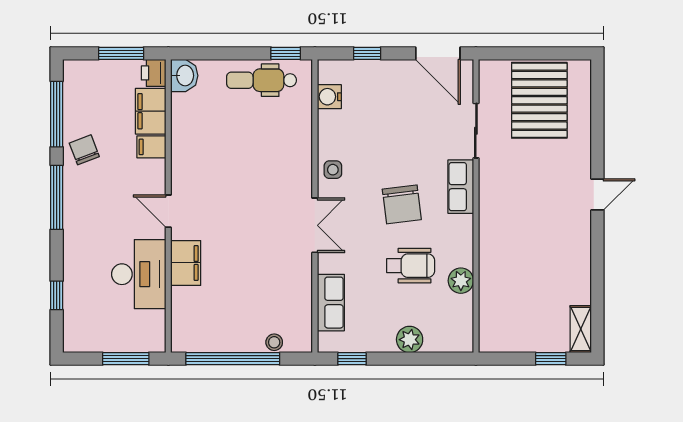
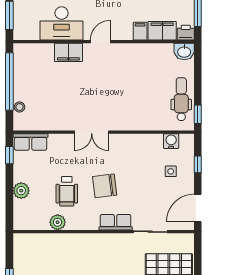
side table: (333, 170) -> (171, 171), moved
row of seats: (331, 303) -> (31, 142), moved

